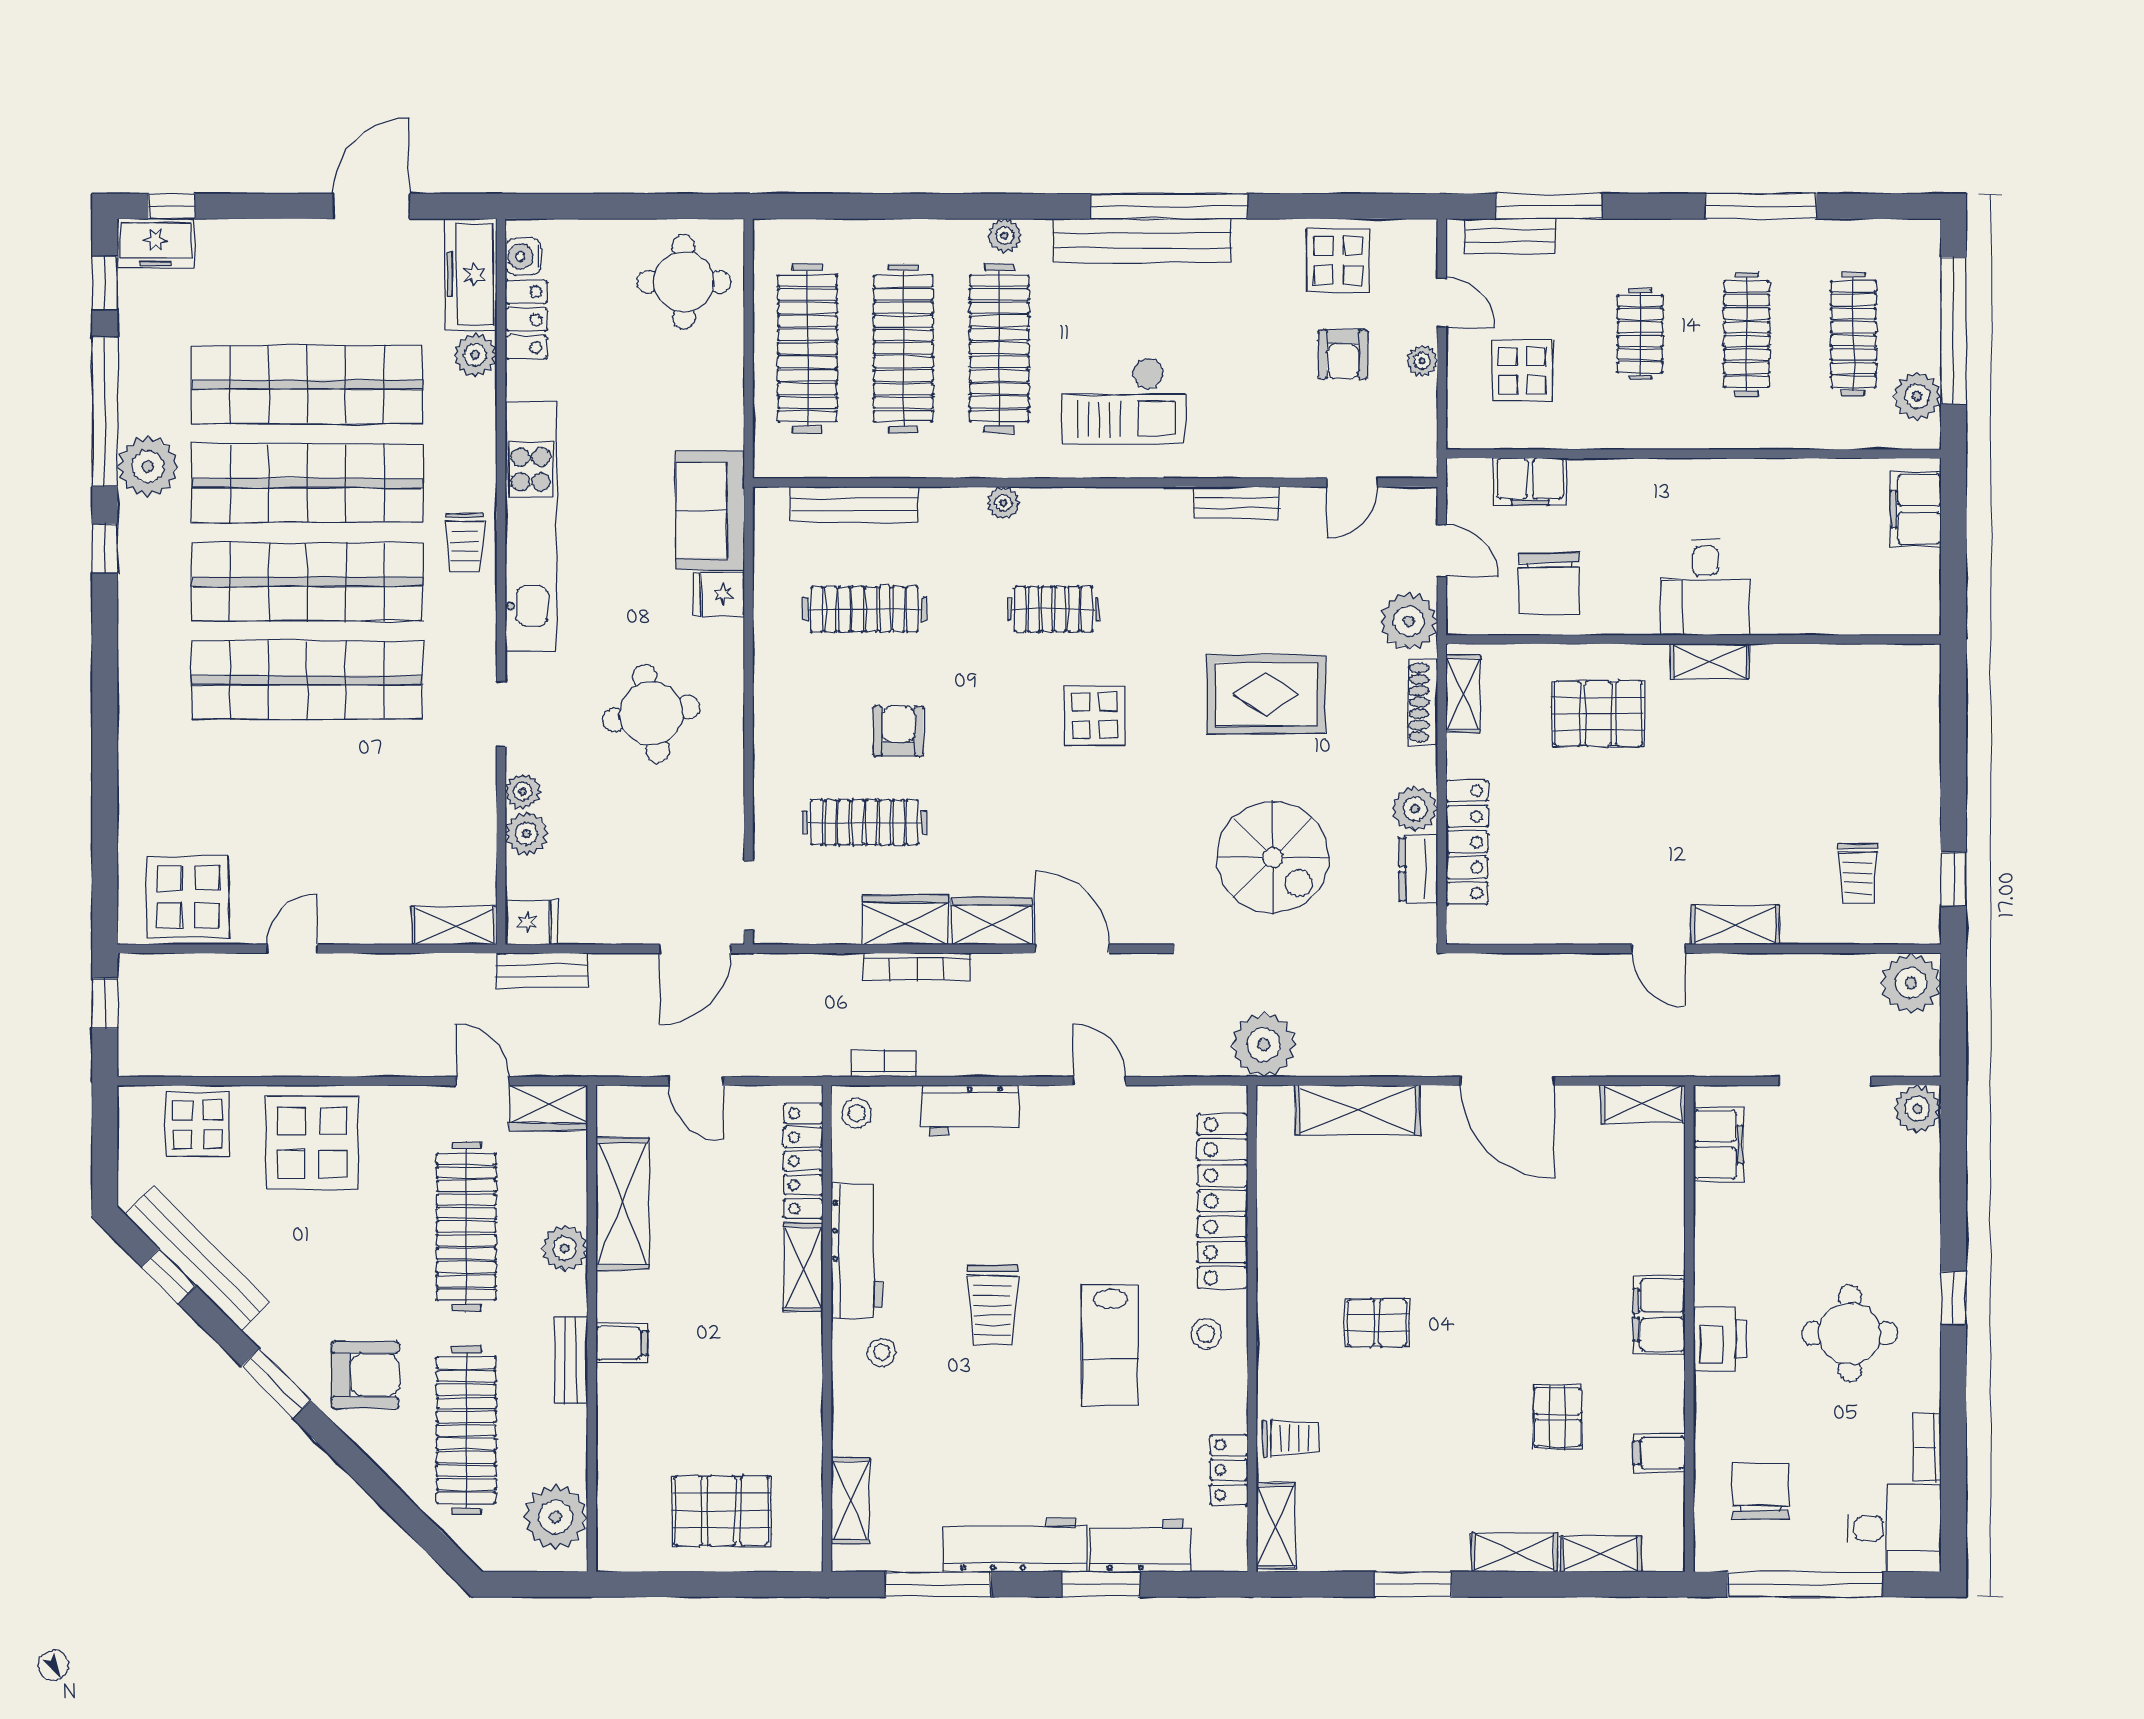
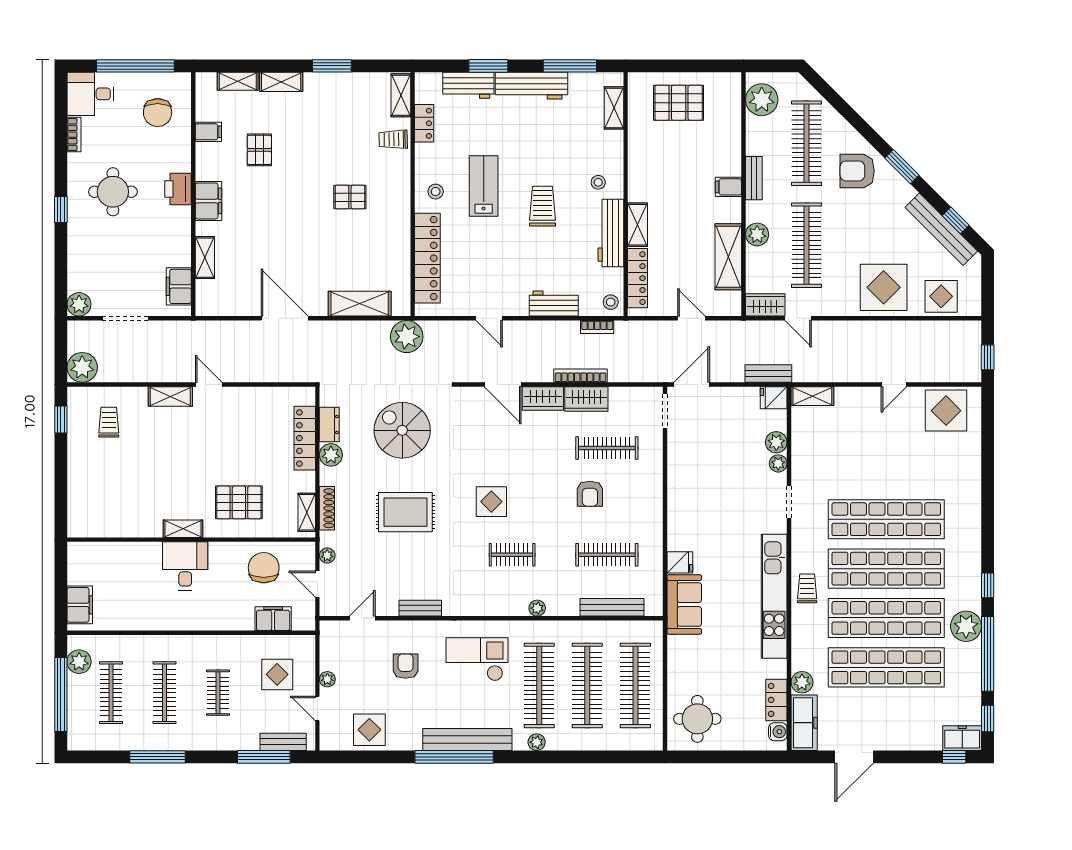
armchair: (1343, 354) -> (406, 666), moved
plant: (1409, 621) -> (327, 556), width x0.53, depth x0.53
round table: (651, 714) -> (714, 502), removed
shelving: (1643, 1104) -> (205, 258), moved, turned 90

